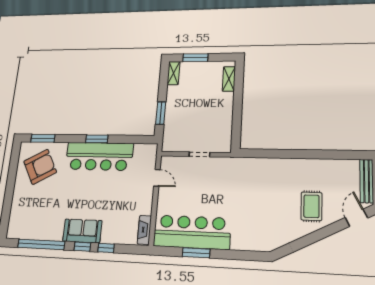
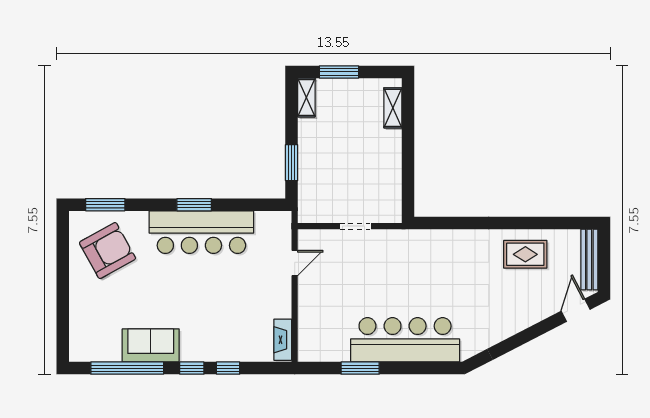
door: (157, 178) -> (295, 263), hinge flipped
rug: (311, 206) -> (525, 254), moved, turned 90
sofa: (82, 231) -> (151, 345), moved
bar counter: (192, 232) -> (405, 340), moved

